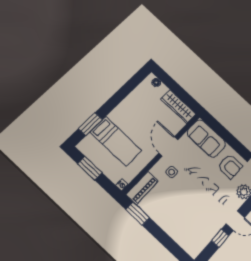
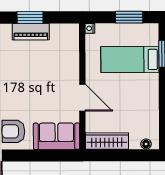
side table: (172, 172) -> (59, 78), removed
piano: (142, 188) -> (31, 32), moved, turned -90
window: (138, 214) -> (30, 17), moved

